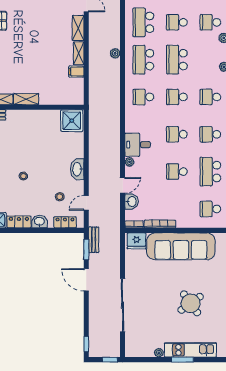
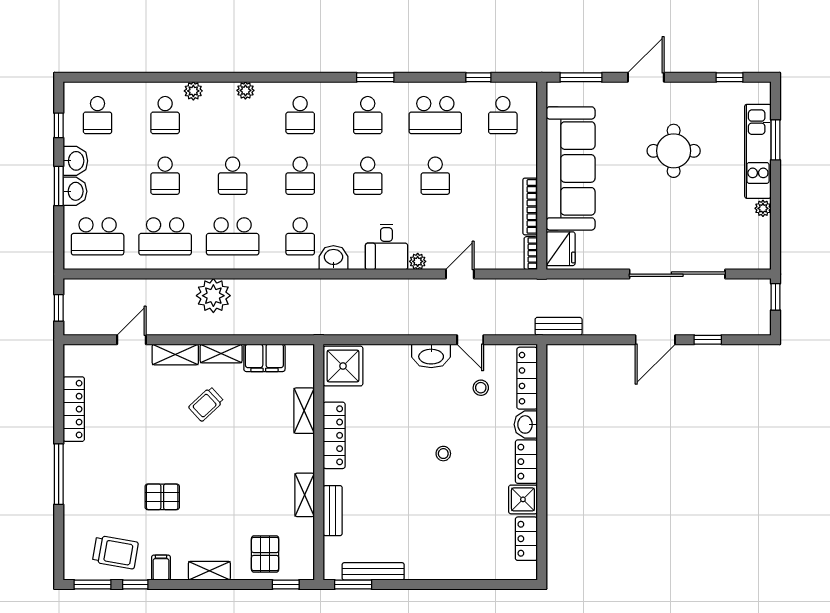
trolley: (51, 45) -> (206, 404), added
plant: (115, 53) -> (213, 296), width x1.87, depth x1.87
school desk: (177, 60) -> (233, 176), width x0.54
filing cabinet: (76, 72) -> (264, 358), width x2.00
shelving: (26, 99) -> (304, 411), moved
locker: (33, 116) -> (334, 435), added
door: (123, 185) -> (460, 274), hinge flipped
washbasin: (132, 202) -> (333, 258), moved
door: (86, 203) -> (470, 340), moved
locker: (65, 222) -> (527, 378), width x1.53
window: (86, 250) -> (576, 340), removed
door: (86, 280) -> (655, 340), moved
round table: (191, 303) -> (674, 151), turned 36
window: (86, 344) -> (708, 340), moved
window: (182, 360) -> (776, 140), moved

